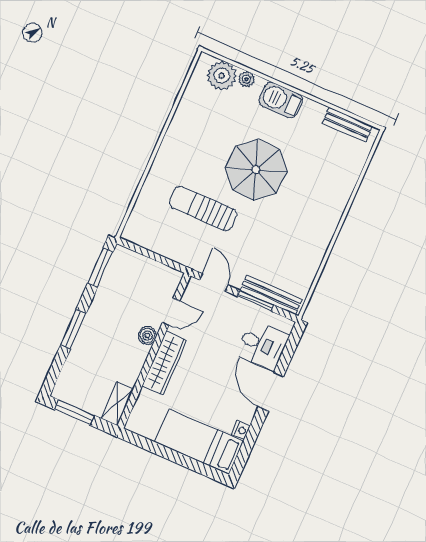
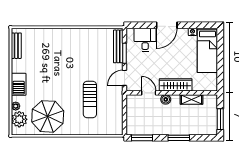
parasol: (256, 170) -> (48, 116), moved
shelving: (117, 404) -> (192, 99), moved

